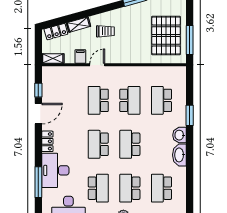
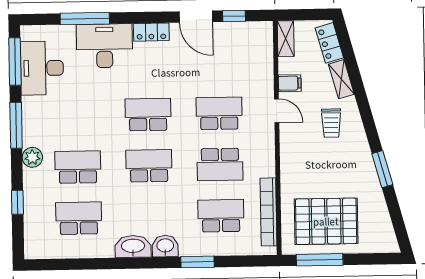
bookcase: (160, 71) -> (268, 212), added
school desk: (98, 188) -> (77, 116), removed

